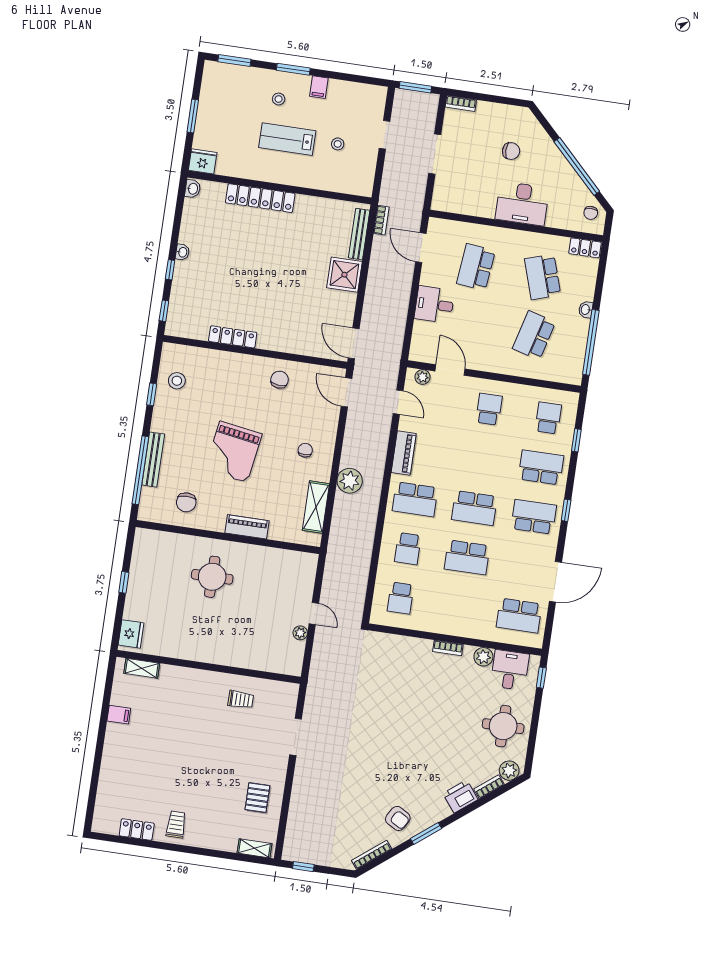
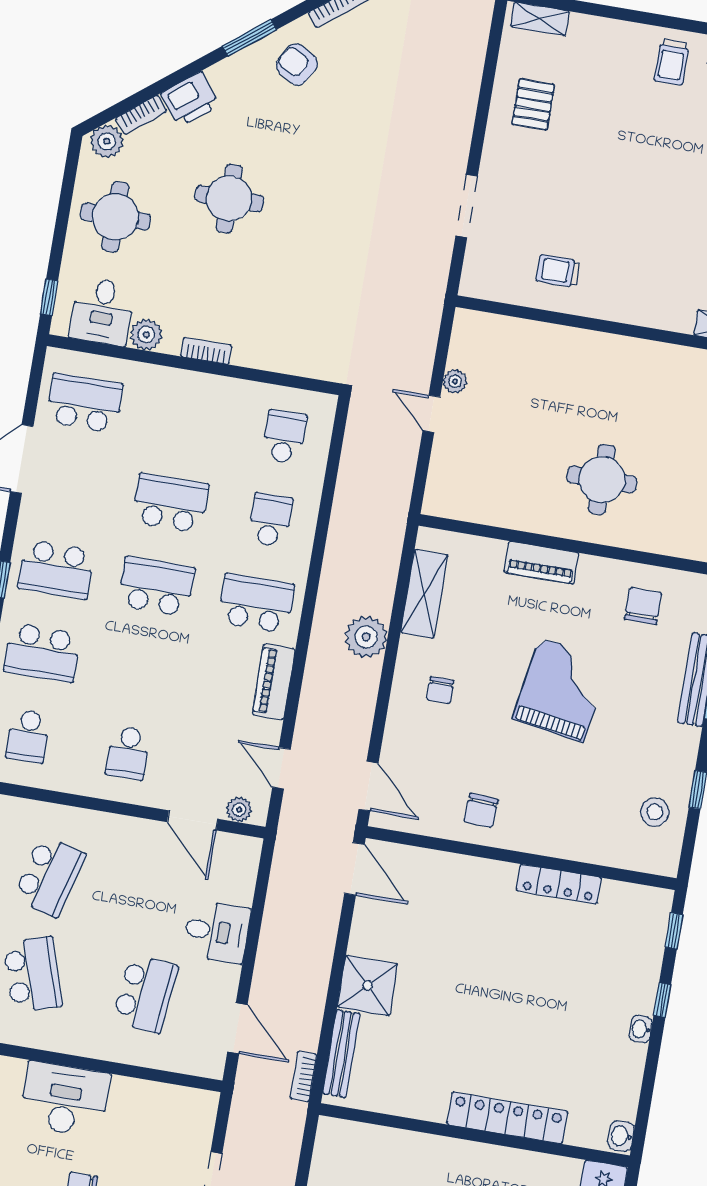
round table: (436, 738) -> (229, 199), added

